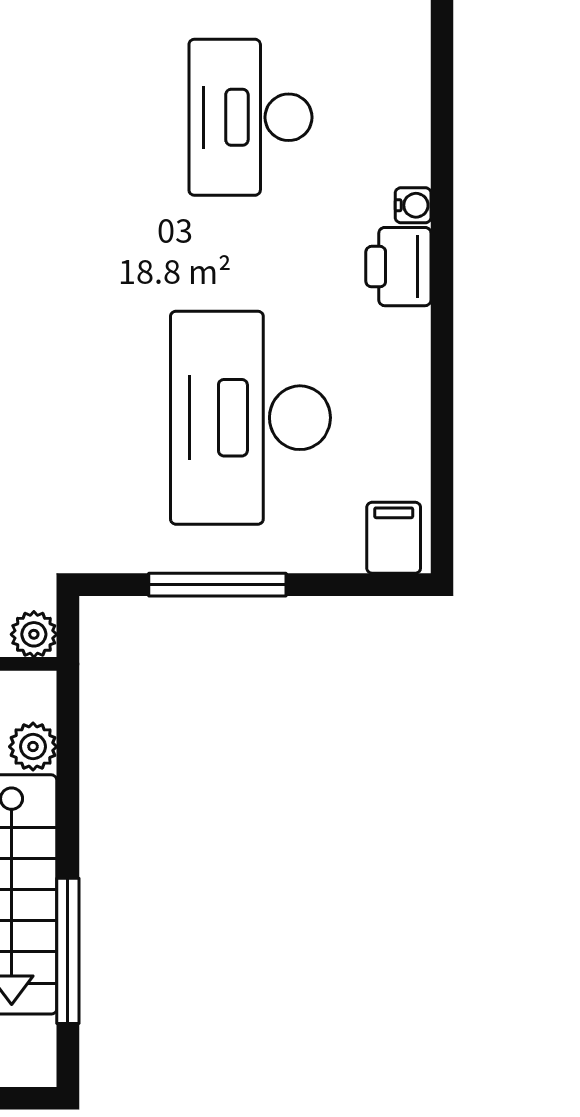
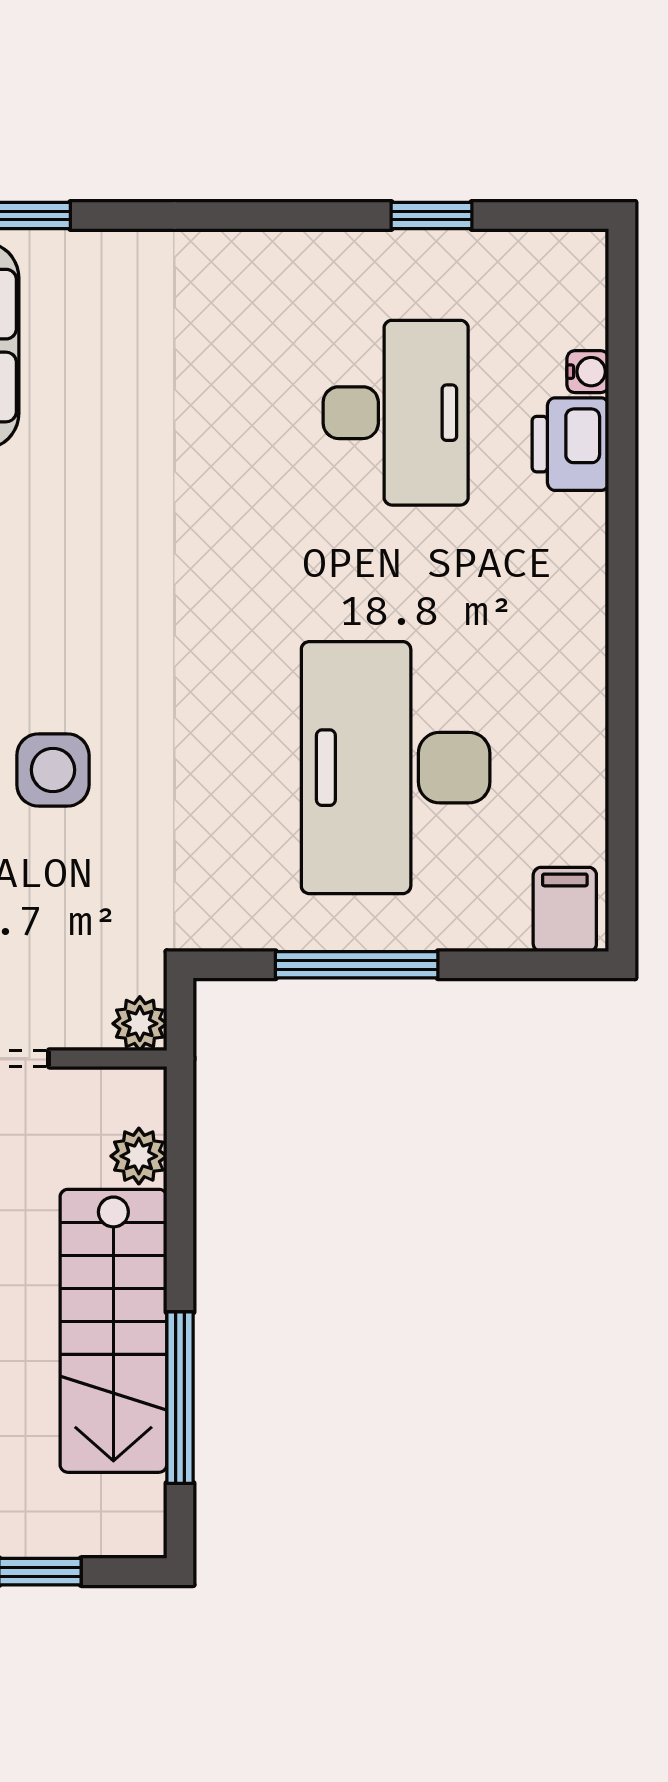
desk: (250, 117) -> (396, 413), turned 180
water cooler: (413, 205) -> (588, 372), moved
printer: (398, 267) -> (570, 444), moved

